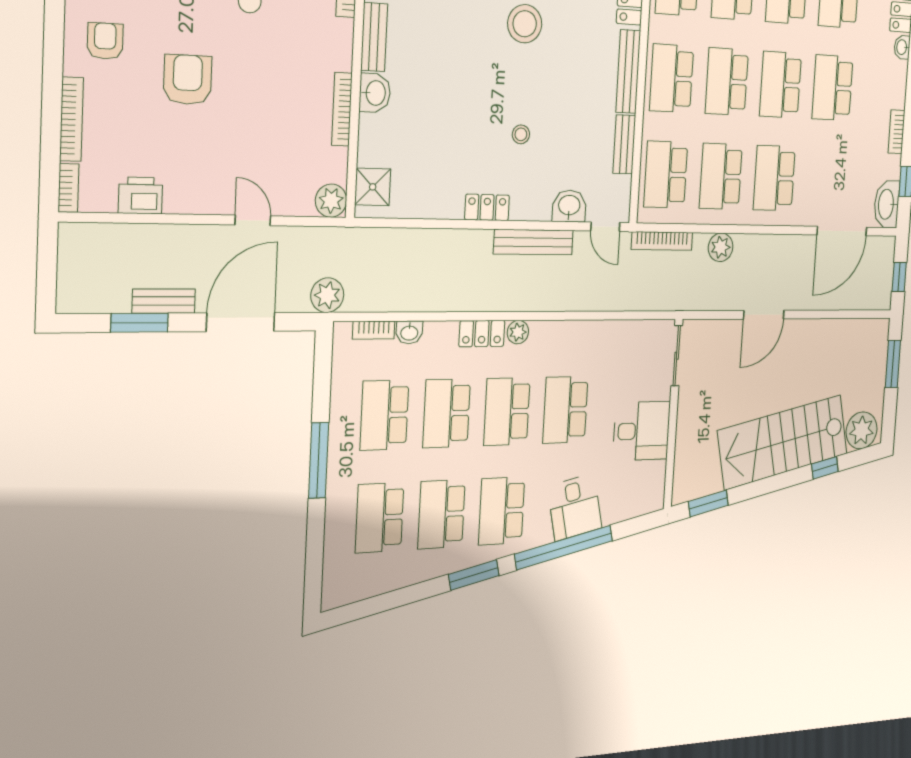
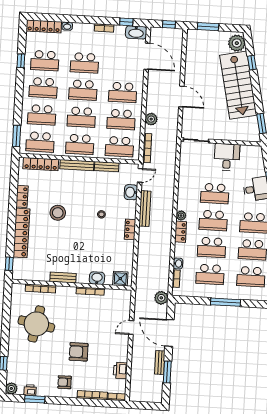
washbasin: (375, 93) -> (97, 278), moved
plant: (331, 201) -> (125, 296), removed

